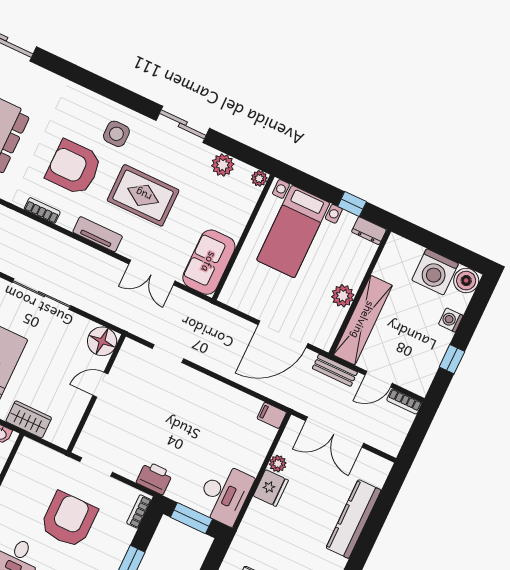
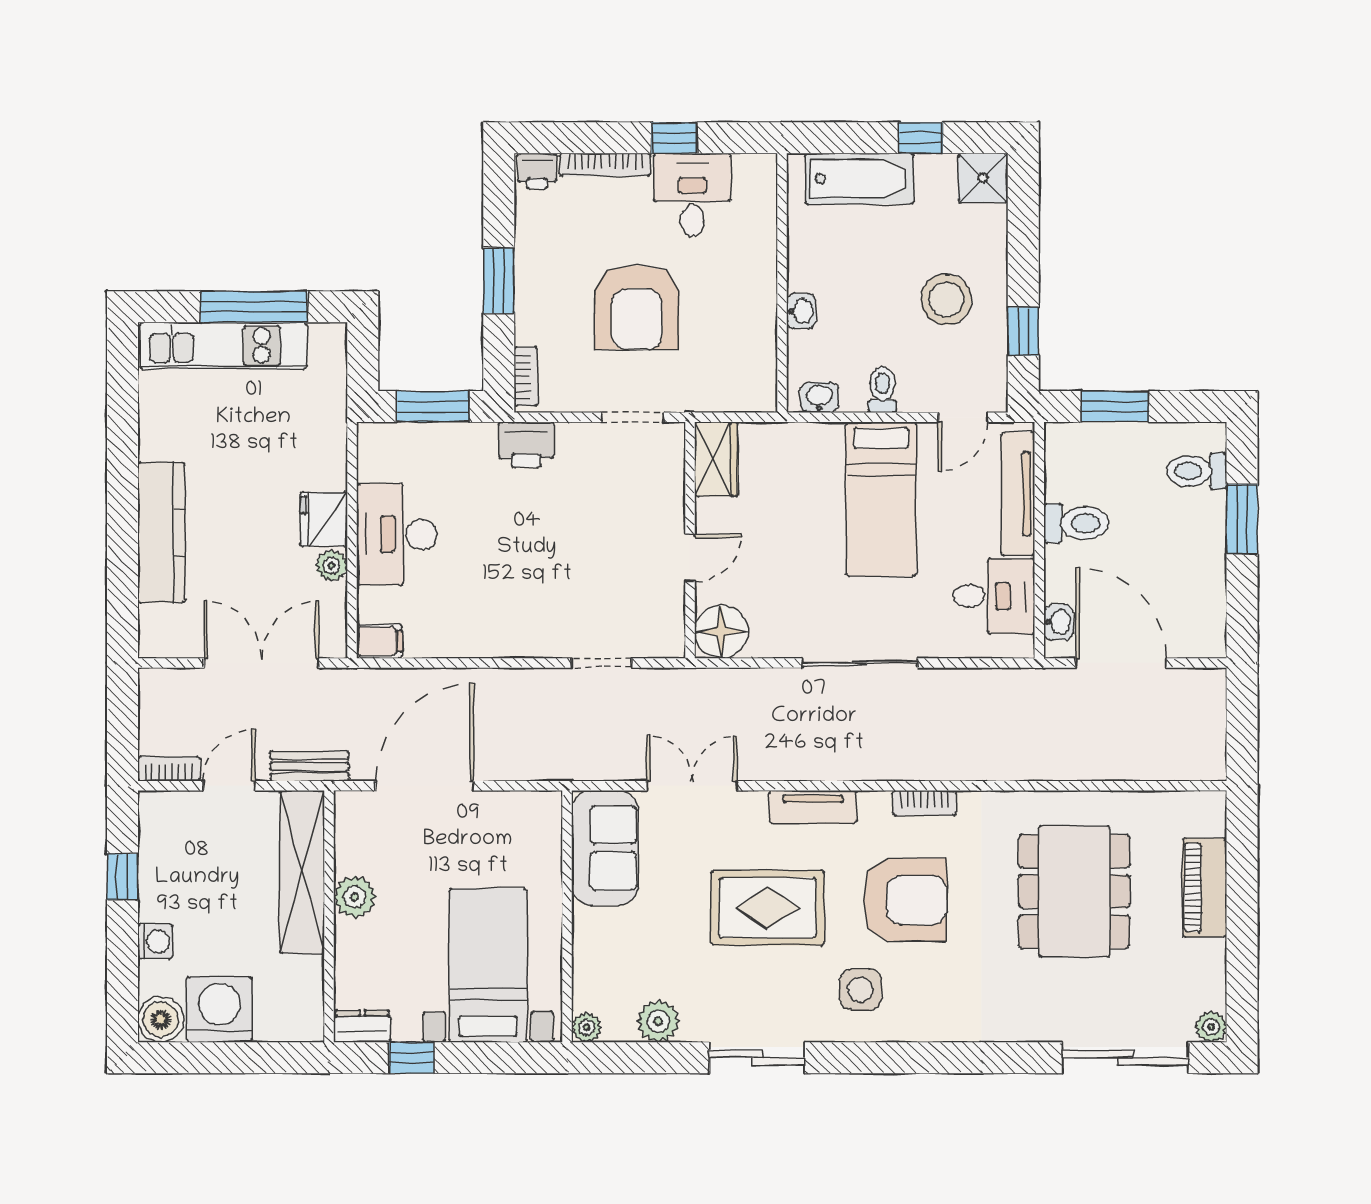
wardrobe: (29, 419) -> (716, 459), moved, turned -90
desk: (224, 494) -> (397, 534), moved

